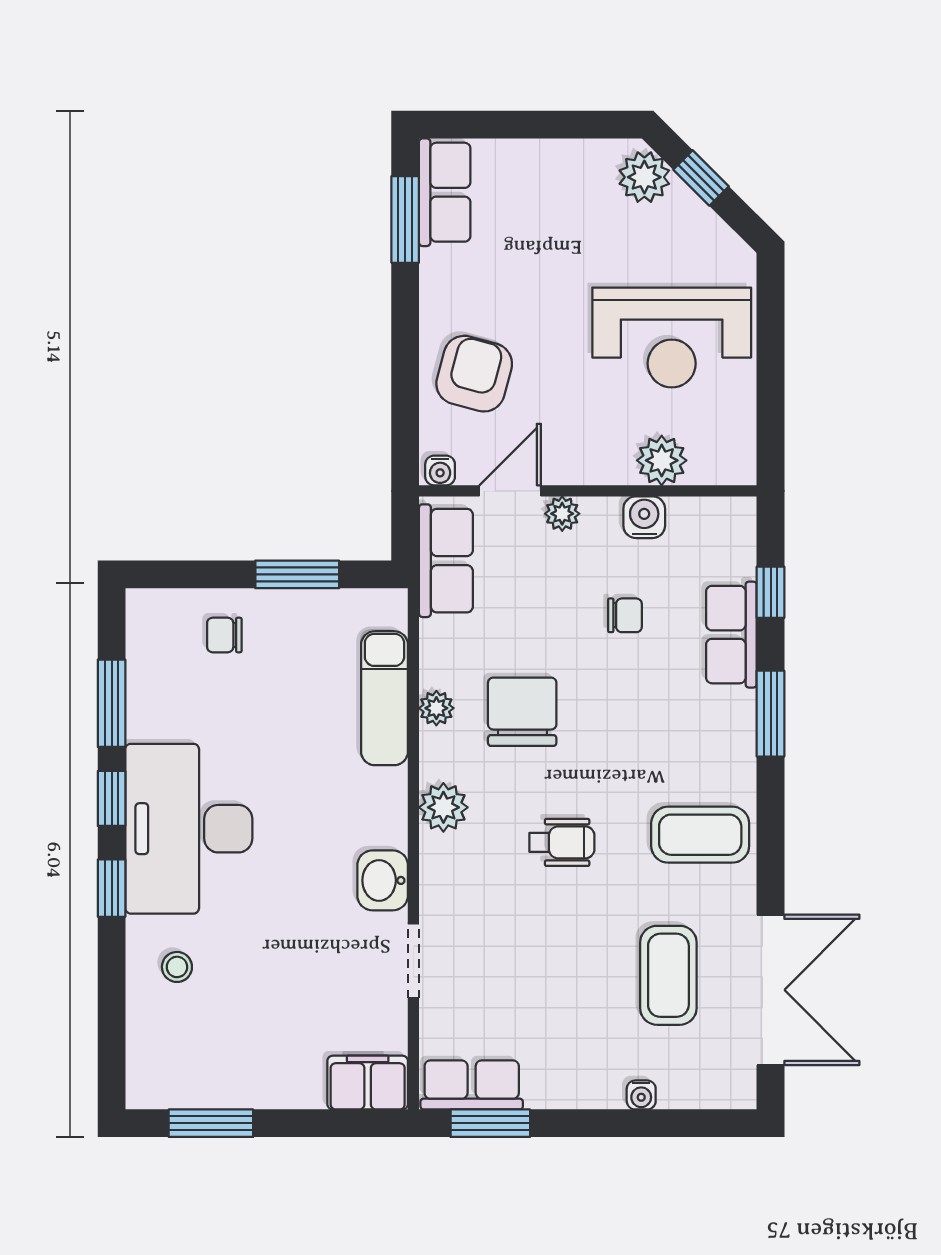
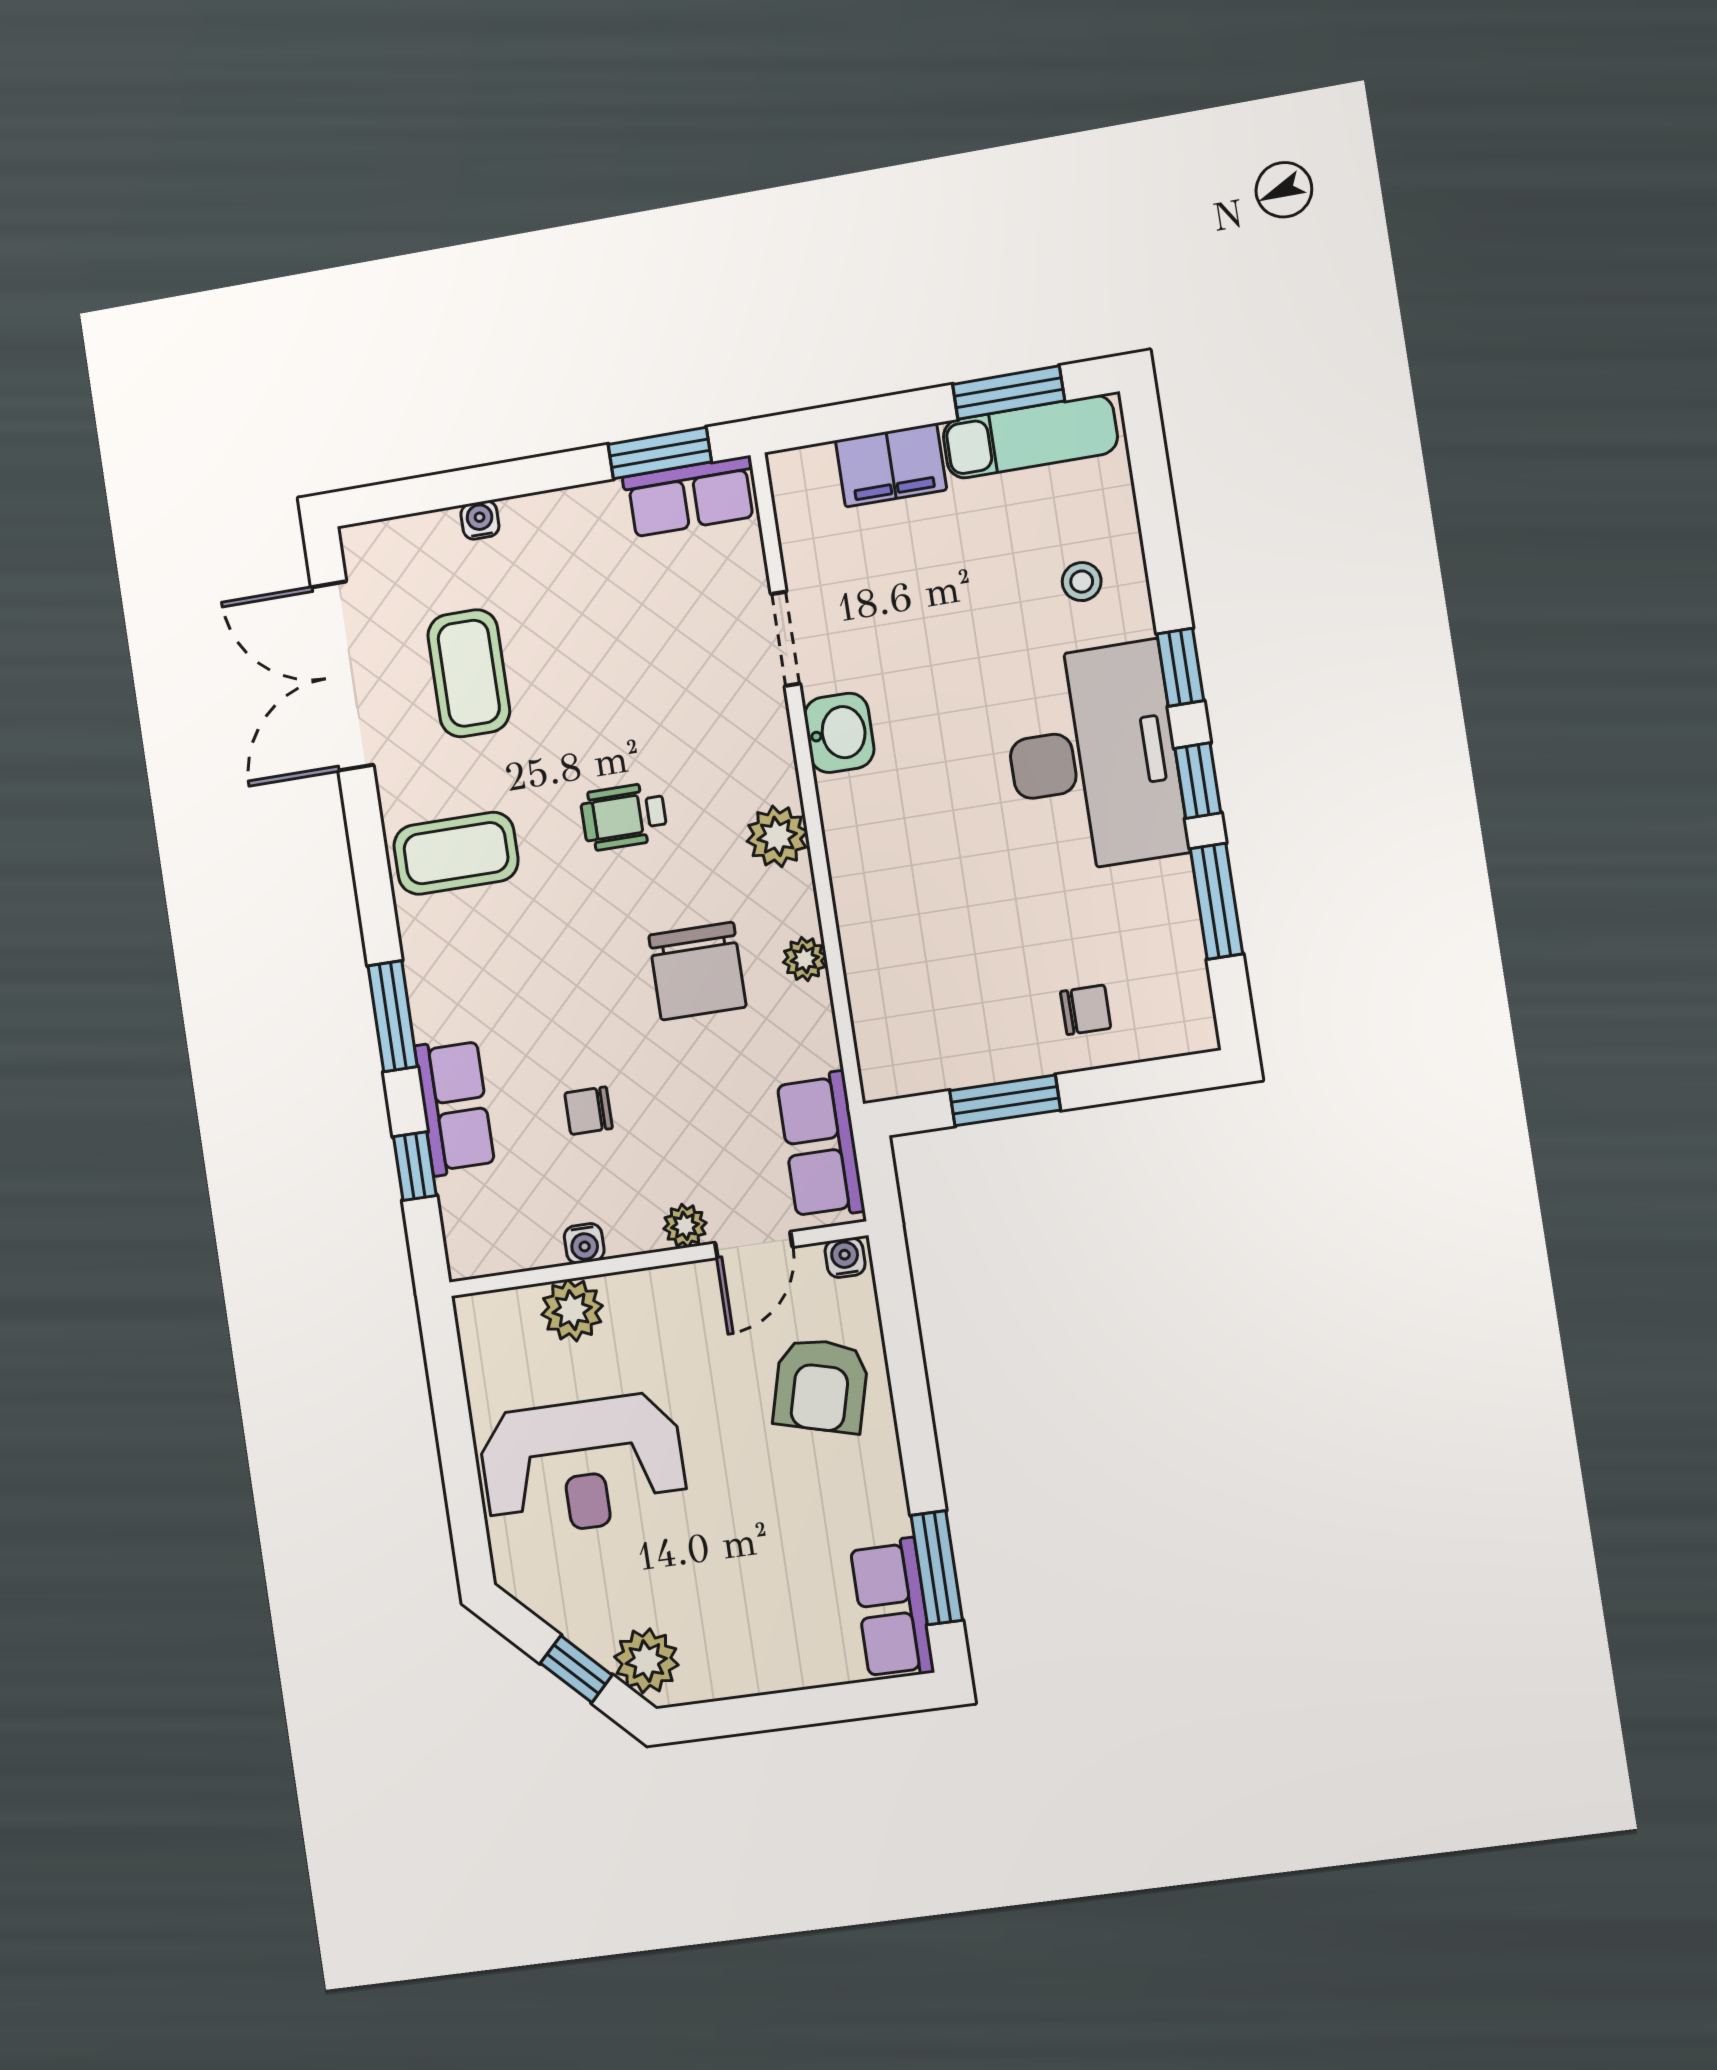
reception desk: (672, 338) -> (583, 1465), turned 180
water cooler: (644, 517) -> (584, 1243), width x0.72, depth x0.72
exam couch: (384, 698) -> (1030, 437), moved, turned 90
filing cabinet: (368, 1083) -> (891, 465), moved

